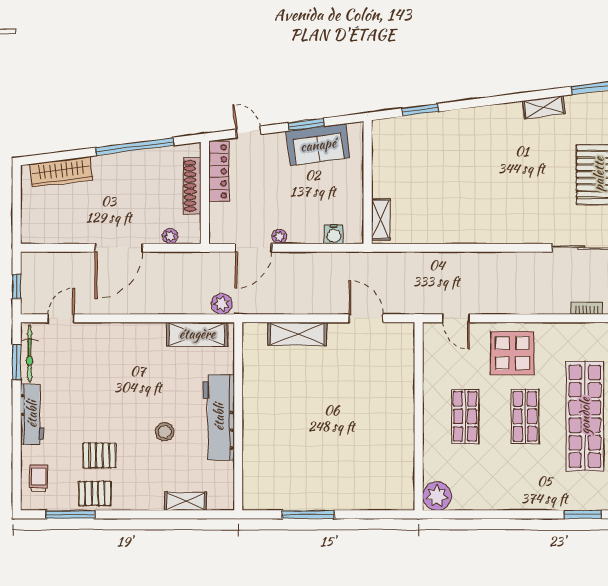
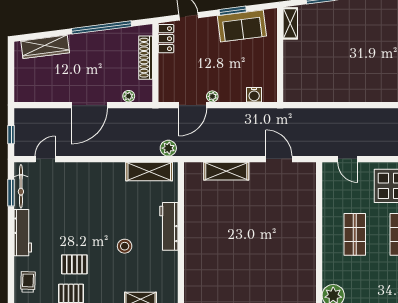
locker: (219, 171) -> (166, 39), width x0.66
shelving: (381, 219) -> (290, 23), moved
workbench: (219, 417) -> (169, 226), width x0.73, depth x0.76

